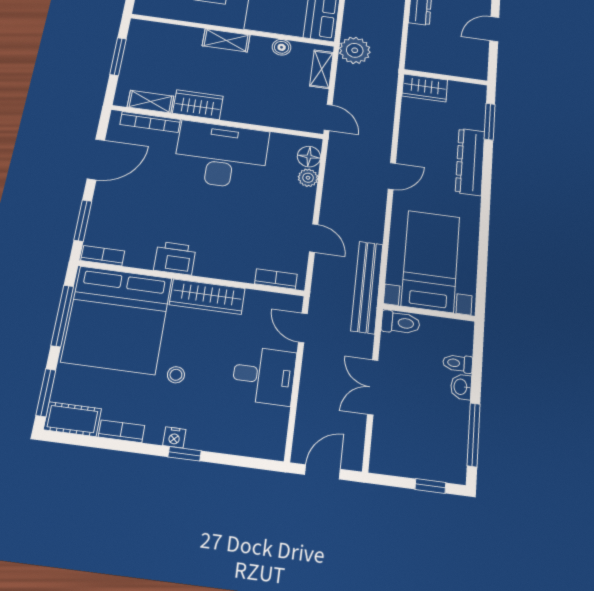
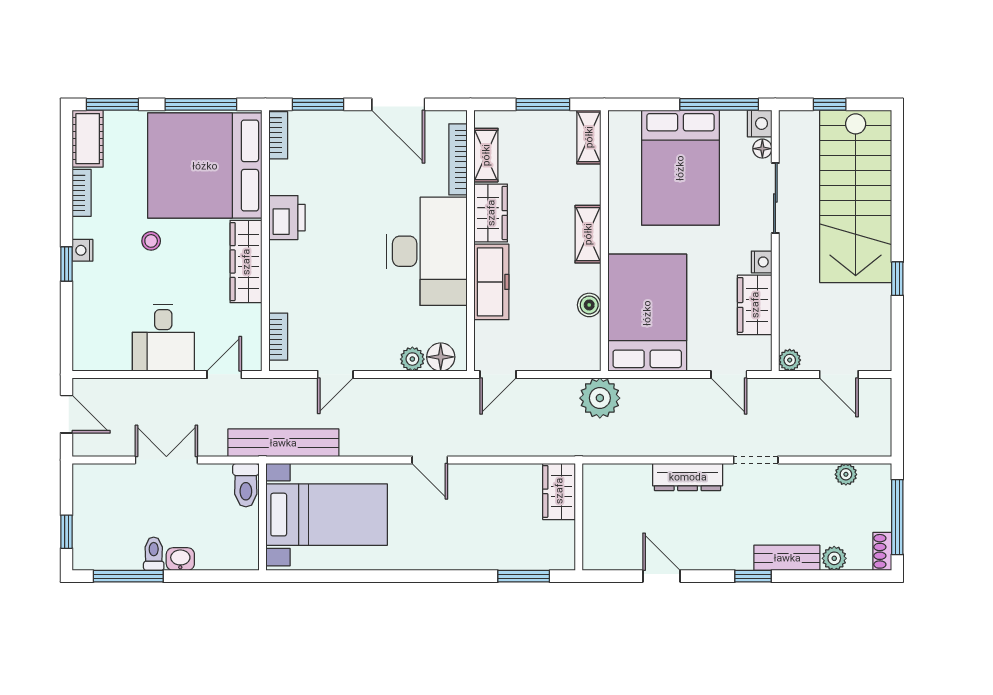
shelving: (322, 69) -> (589, 137), moved, turned 90
freezer: (253, 112) -> (491, 282), added
dresser: (470, 162) -> (464, 555), removed
toilet: (458, 363) -> (154, 554), moved

